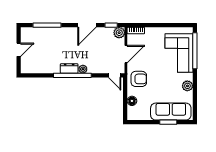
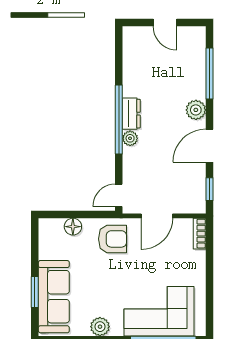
door: (87, 25) -> (209, 146), hinge flipped
plant: (119, 33) -> (196, 110), moved
door: (126, 54) -> (157, 216), hinge flipped
armchair: (139, 79) -> (113, 239), turned -90

